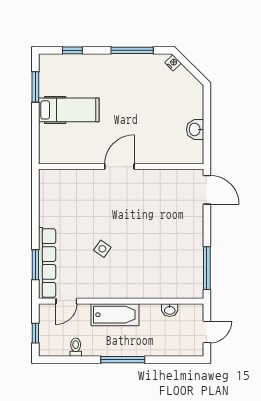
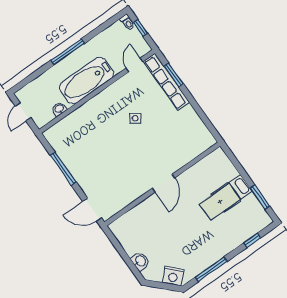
nightstand: (173, 63) -> (173, 276), width x1.89, depth x1.79
washbasin: (195, 129) -> (140, 261), moved
window: (207, 268) -> (63, 169), moved
bathtub: (115, 315) -> (87, 81), width x1.36, depth x1.36
toilet: (76, 347) -> (127, 22), moved

